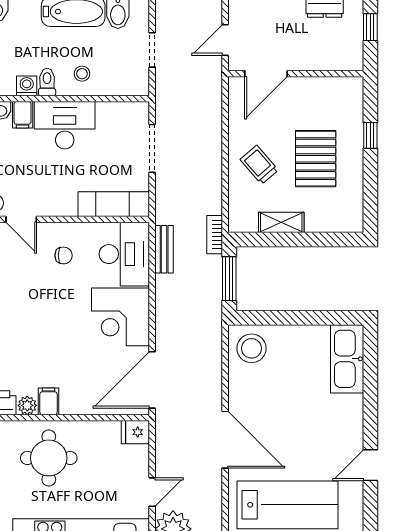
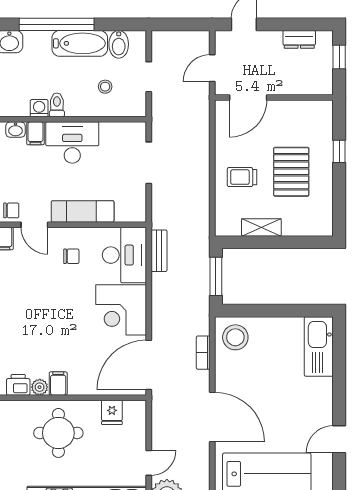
stool: (82, 74) -> (105, 87), moved
trolley: (259, 165) -> (242, 177), turned -49
exam couch: (114, 204) -> (83, 211), moved
bookcase: (215, 235) -> (203, 353), moved
fridge: (135, 432) -> (112, 412), moved, turned -90

